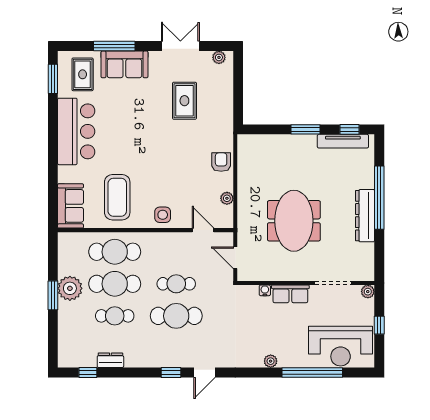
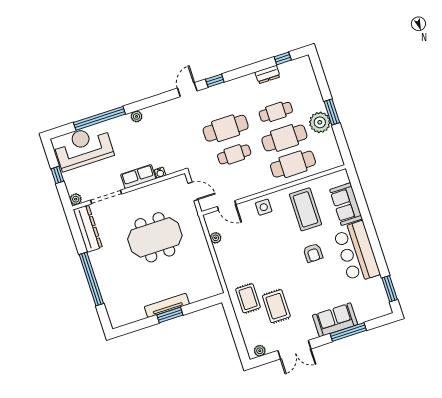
rug: (83, 74) -> (248, 298), moved
window: (350, 129) -> (134, 327), removed
tv unit: (343, 141) -> (167, 305), moved
armchair: (221, 162) -> (313, 253), moved
sofa: (71, 206) -> (346, 204), moved
dresser: (365, 216) -> (88, 229), moved
meeting table: (294, 221) -> (155, 237), turned 90

